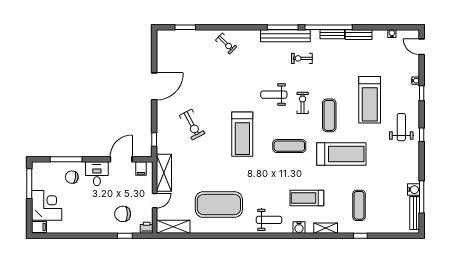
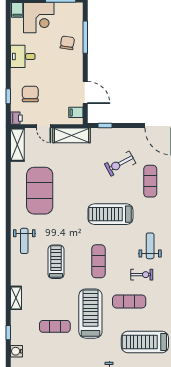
exercise mat: (210, 94) -> (150, 181), added
treadmill: (341, 154) -> (90, 314), turned 180
desk: (97, 174) -> (23, 56), moved, turned 180
treadmill: (307, 198) -> (56, 262), moved
exercise mat: (359, 205) -> (55, 326), moved
water cooler: (299, 228) -> (17, 351), moved

